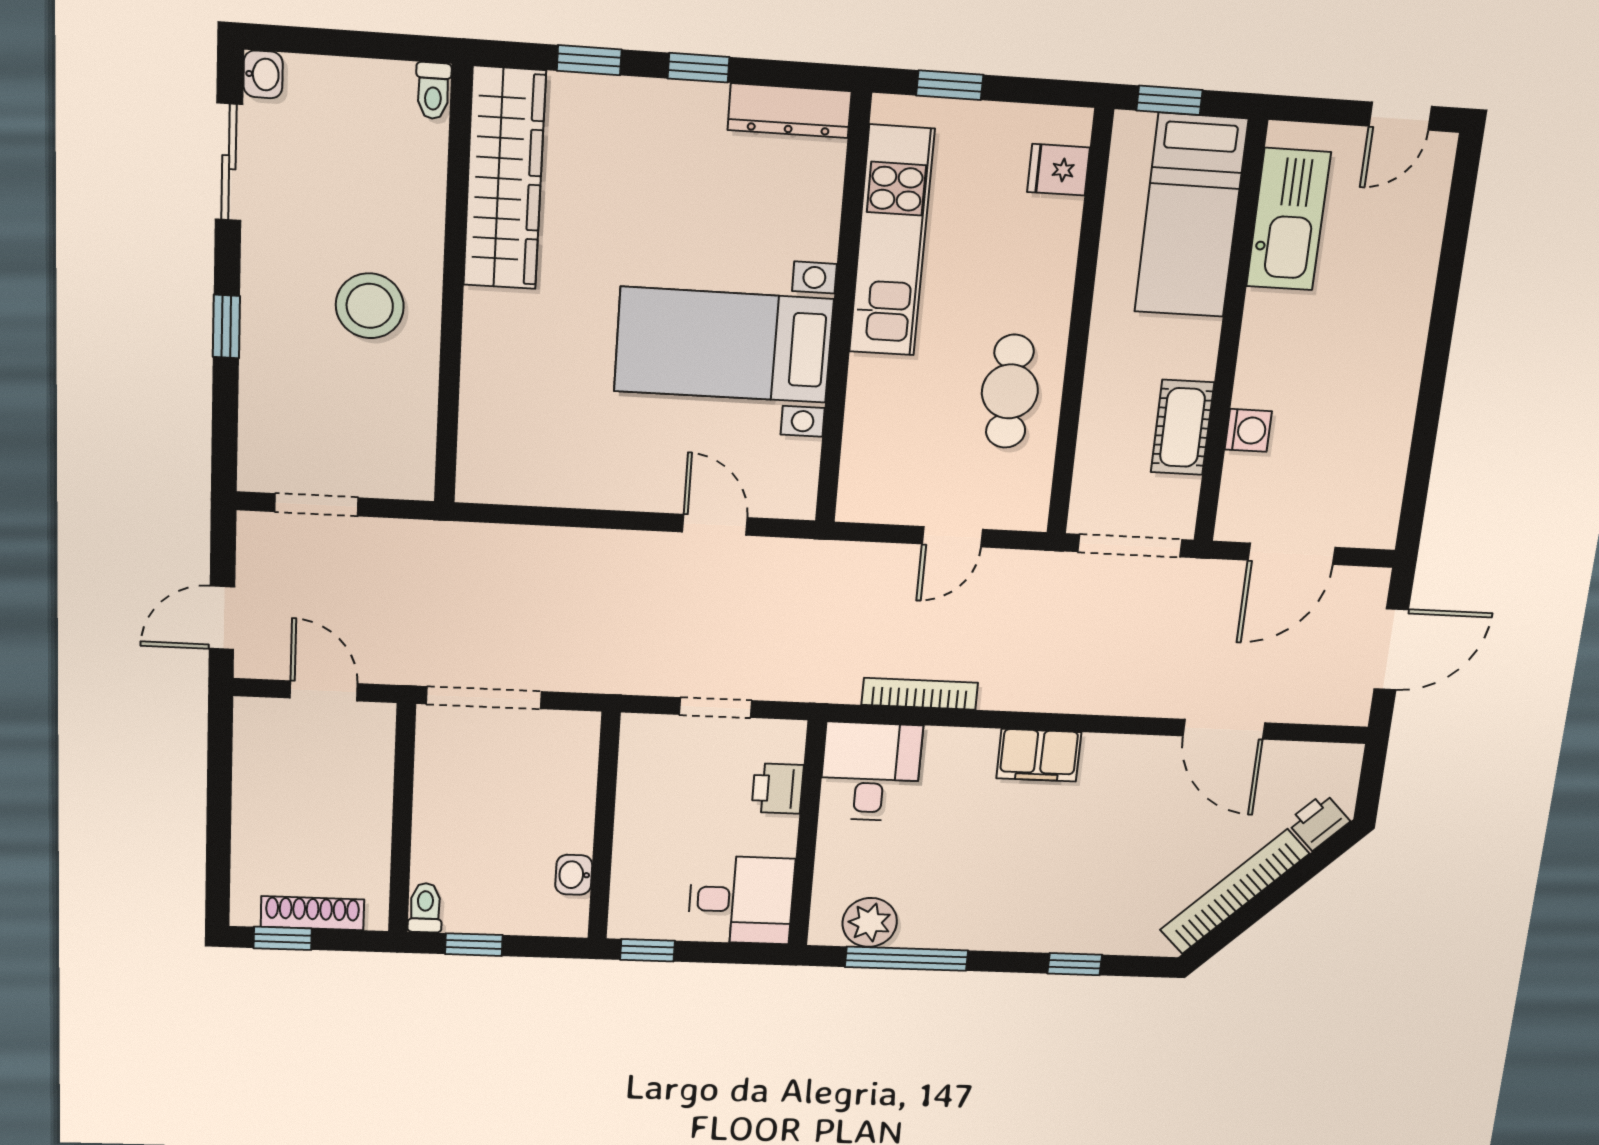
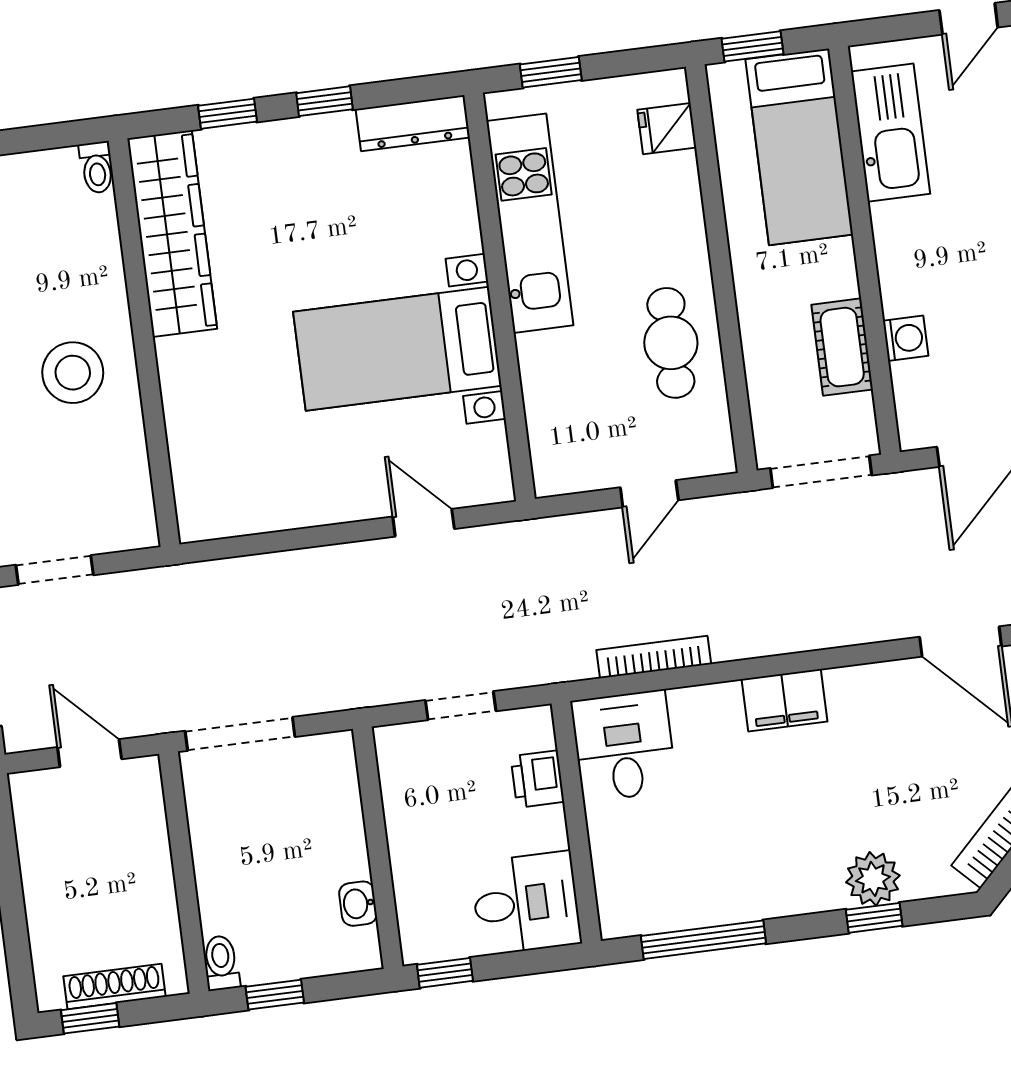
plant: (870, 922) -> (873, 879), moved

